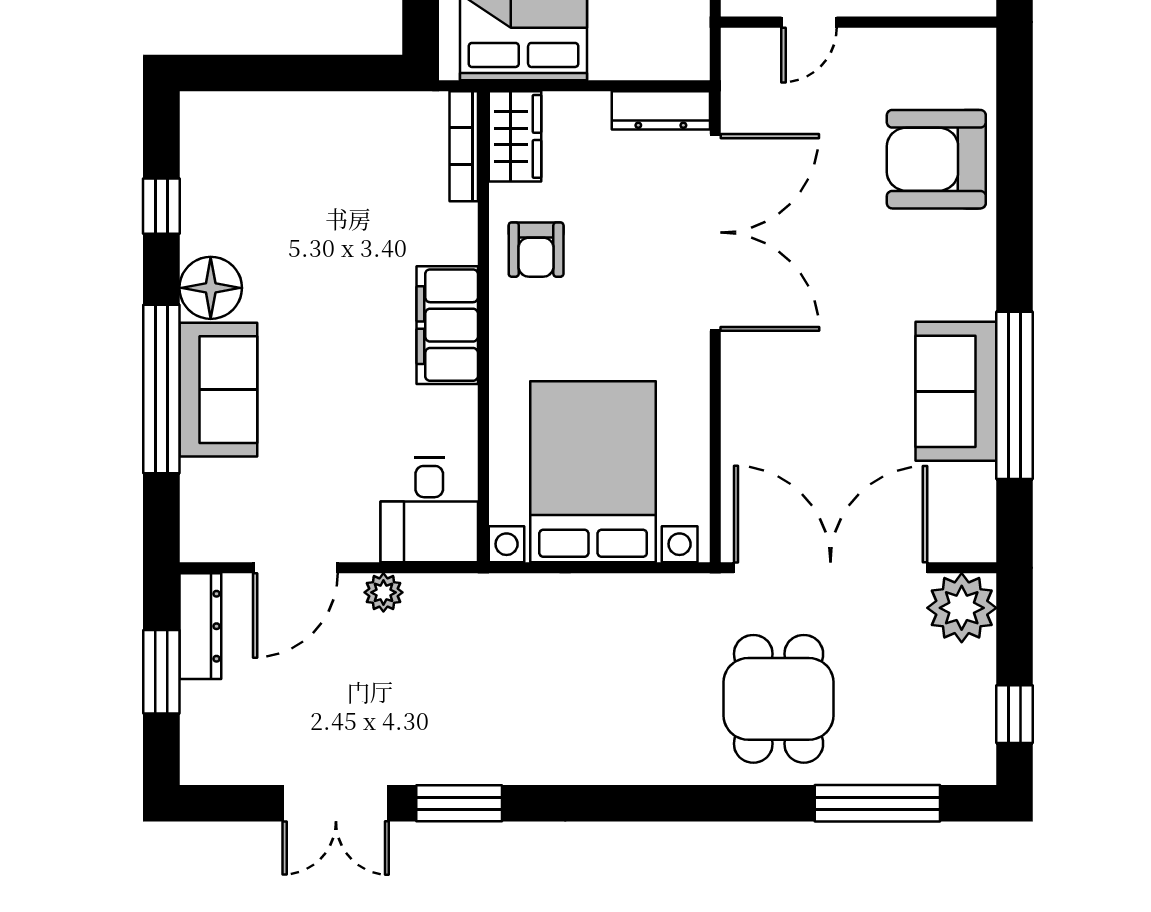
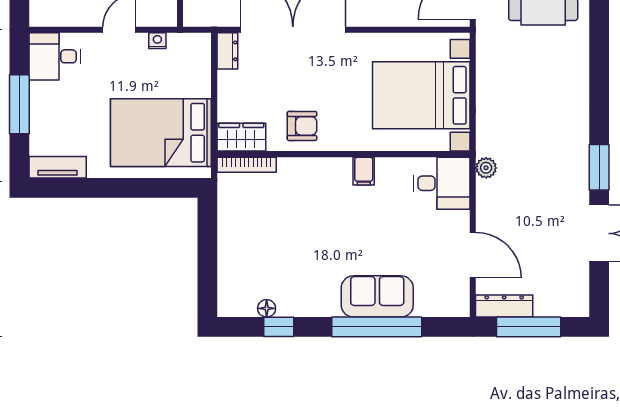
dresser: (661, 110) -> (227, 51), width x0.70
floor lamp: (211, 288) -> (267, 308), moved, width x0.53, depth x0.53
filing cabinet: (447, 325) -> (364, 171), width x0.33, depth x0.86
plant: (383, 592) -> (486, 168), moved
window: (161, 672) -> (529, 327), width x1.44

